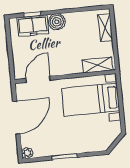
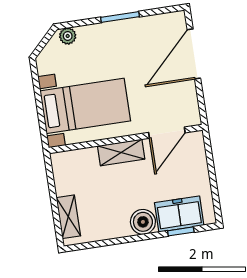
shelving: (97, 65) -> (121, 152), moved
door: (16, 118) -> (194, 54), moved
plant: (27, 153) -> (68, 36), moved

